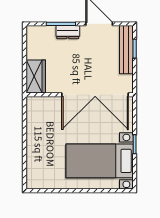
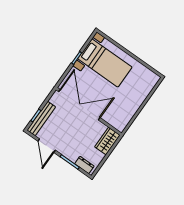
dresser: (68, 32) -> (84, 165), moved

